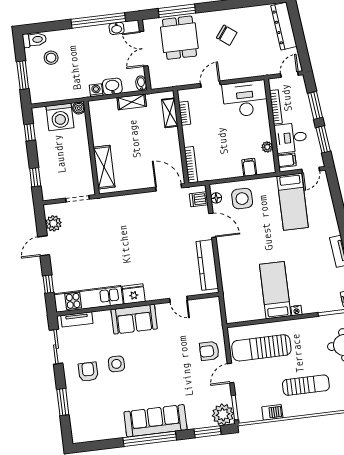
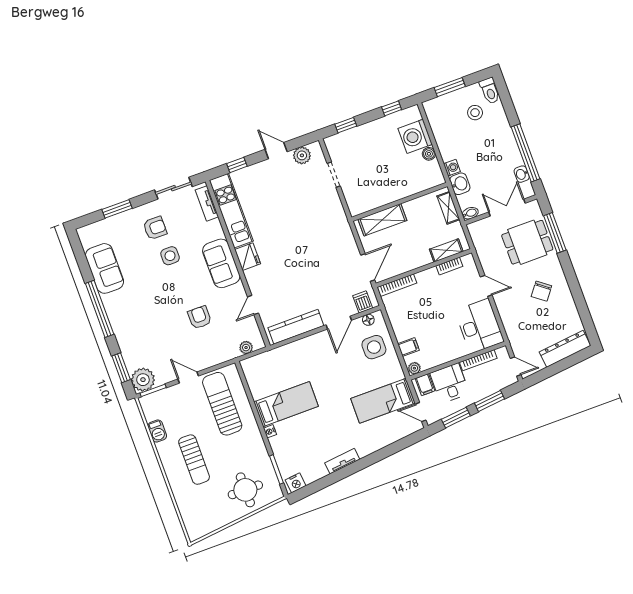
plant: (267, 147) -> (414, 368), moved
wall: (91, 148) -> (400, 202), moved
shelving: (104, 167) -> (382, 220), moved
plant: (216, 314) -> (246, 348), added
armchair: (209, 351) -> (200, 317), moved
sofa: (155, 421) -> (105, 268), moved, width x0.73

